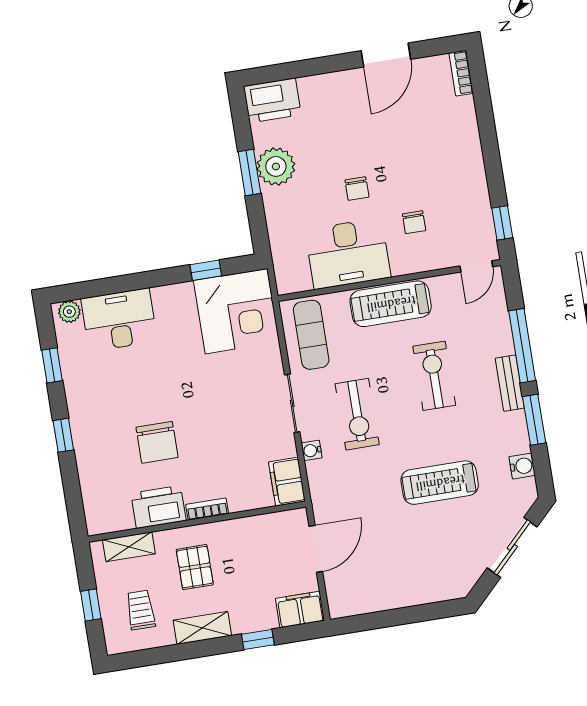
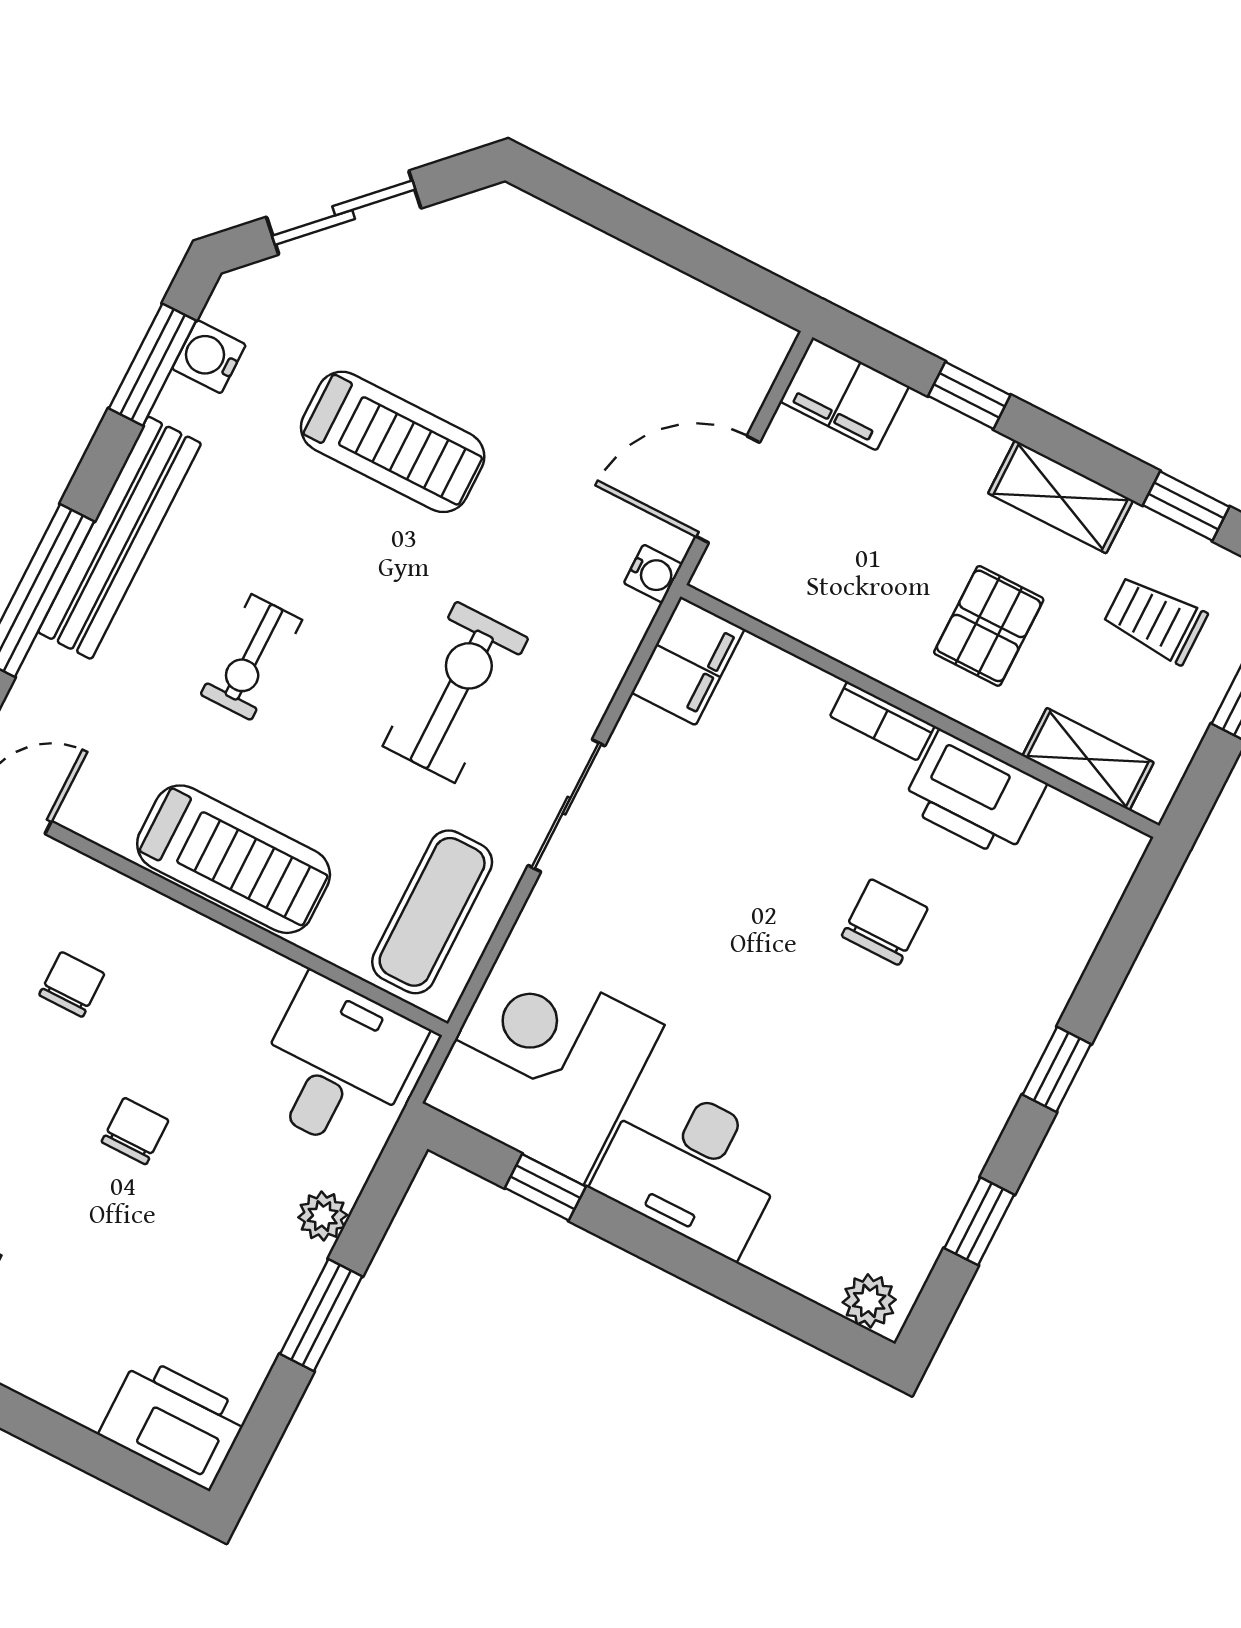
plant: (276, 166) -> (323, 1216), moved, width x0.53, depth x0.53
desk: (348, 254) -> (337, 1064), moved, width x0.73
desk: (119, 320) -> (692, 1167), moved
exercise bike: (434, 376) -> (251, 657), width x0.73, depth x0.72
bench: (510, 383) -> (120, 538), width x1.86, depth x1.21
window: (534, 420) -> (153, 365), moved
chair: (157, 442) -> (885, 922), width x0.73, depth x0.73
water cooler: (312, 450) -> (653, 574), moved
trolley: (141, 610) -> (1155, 620), turned 90
window: (158, 656) -> (1186, 506), added

